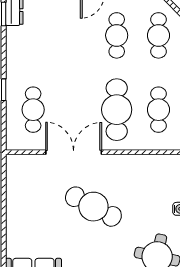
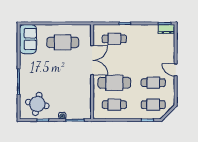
cafe table: (93, 207) -> (63, 42), moved, turned 62

